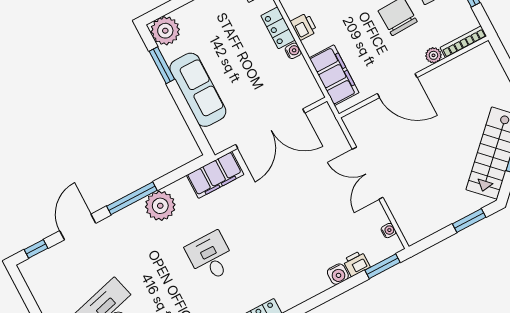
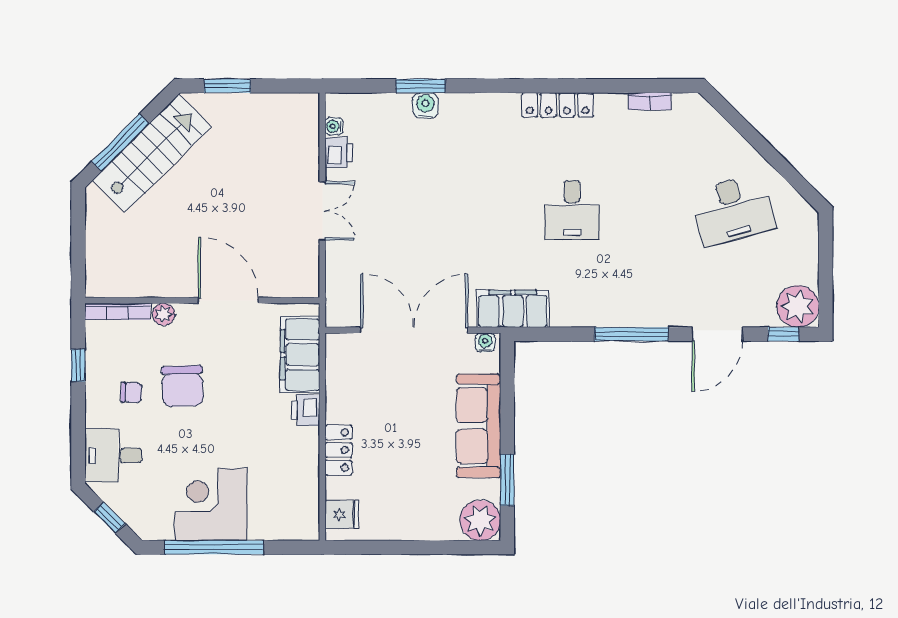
printer: (304, 26) -> (306, 410), moved
water cooler: (293, 51) -> (485, 342), moved, turned 90
double door: (368, 173) -> (322, 211), width x0.73
plant: (160, 206) -> (798, 306), moved
printer: (356, 264) -> (339, 152), moved, turned -90
window: (383, 266) -> (421, 86), moved

